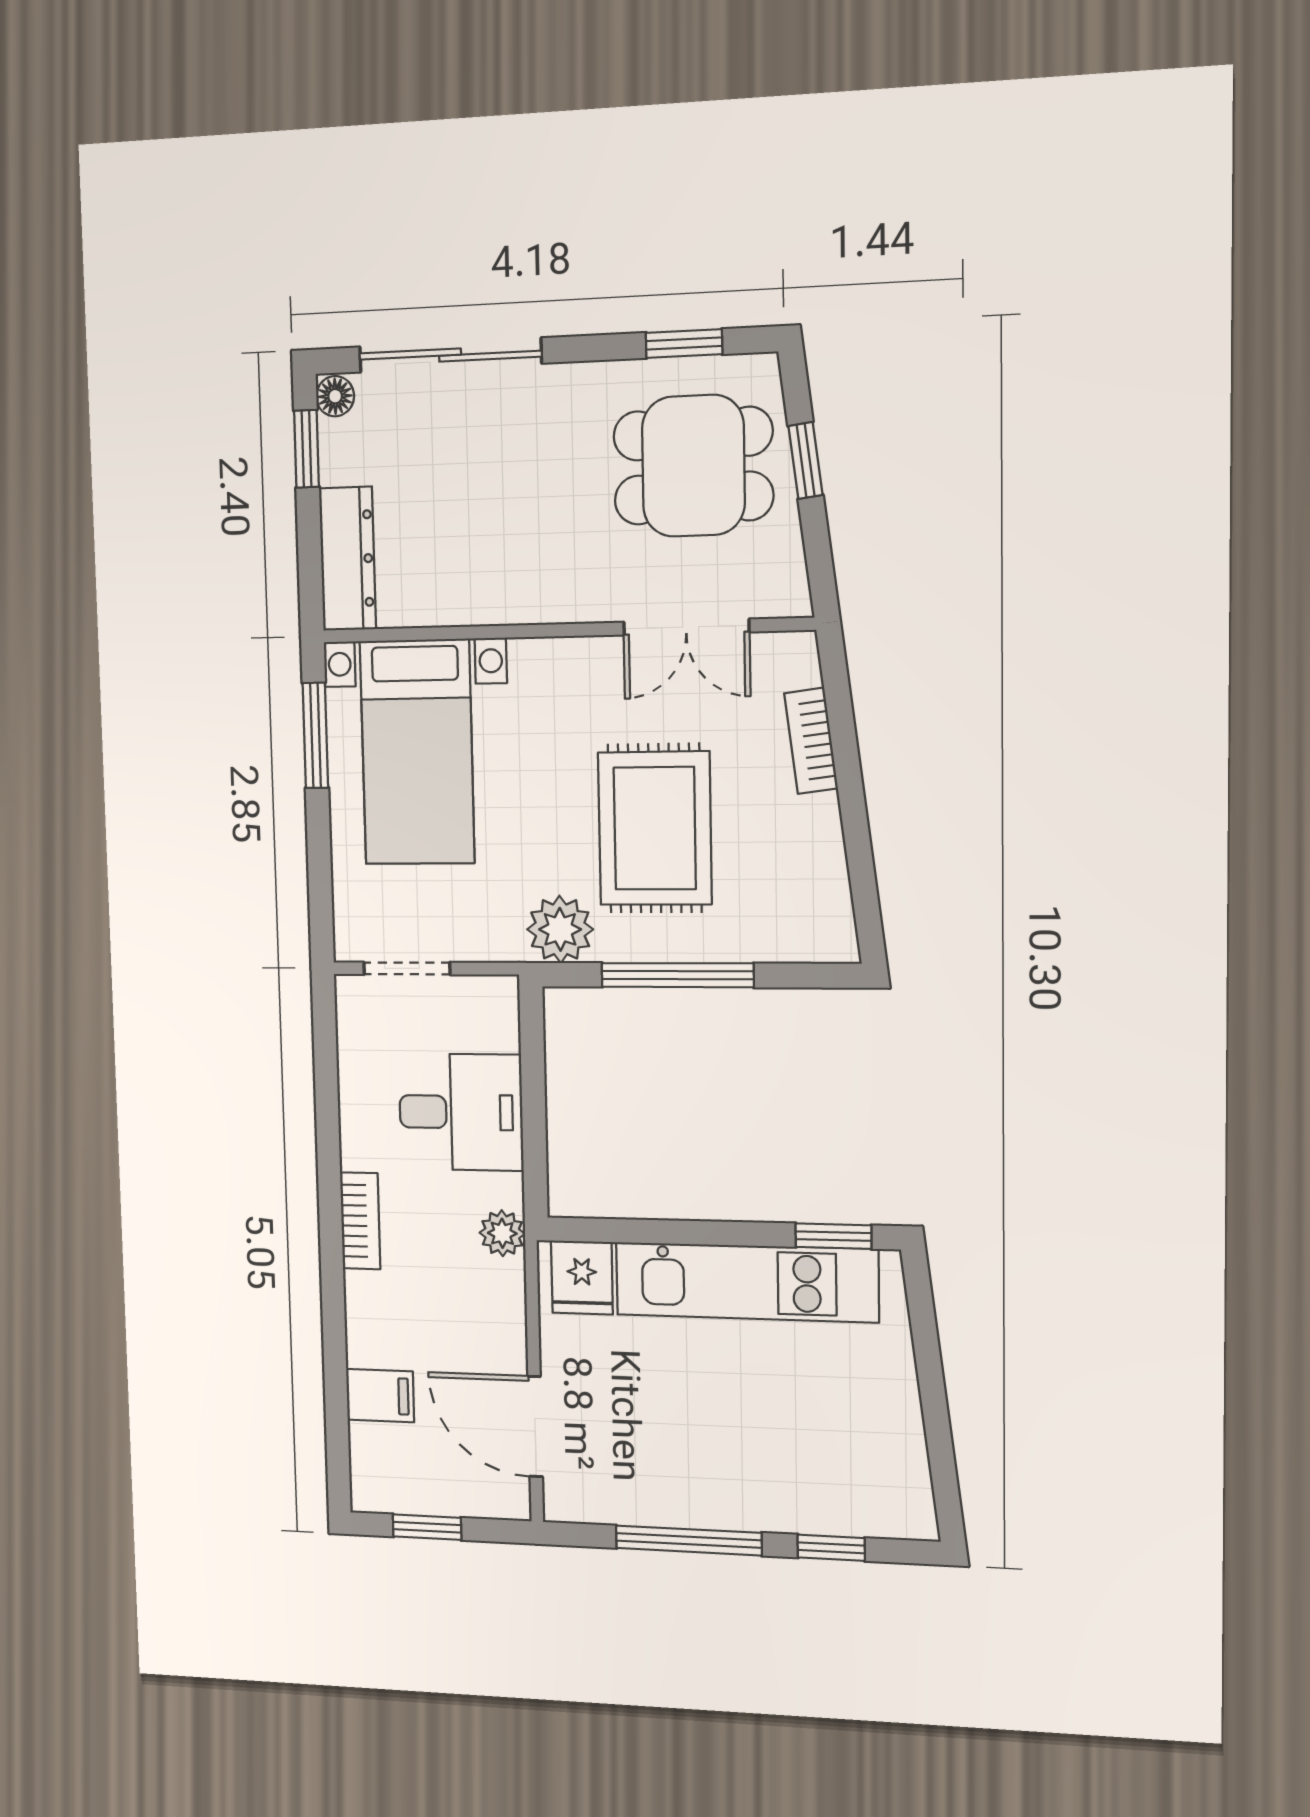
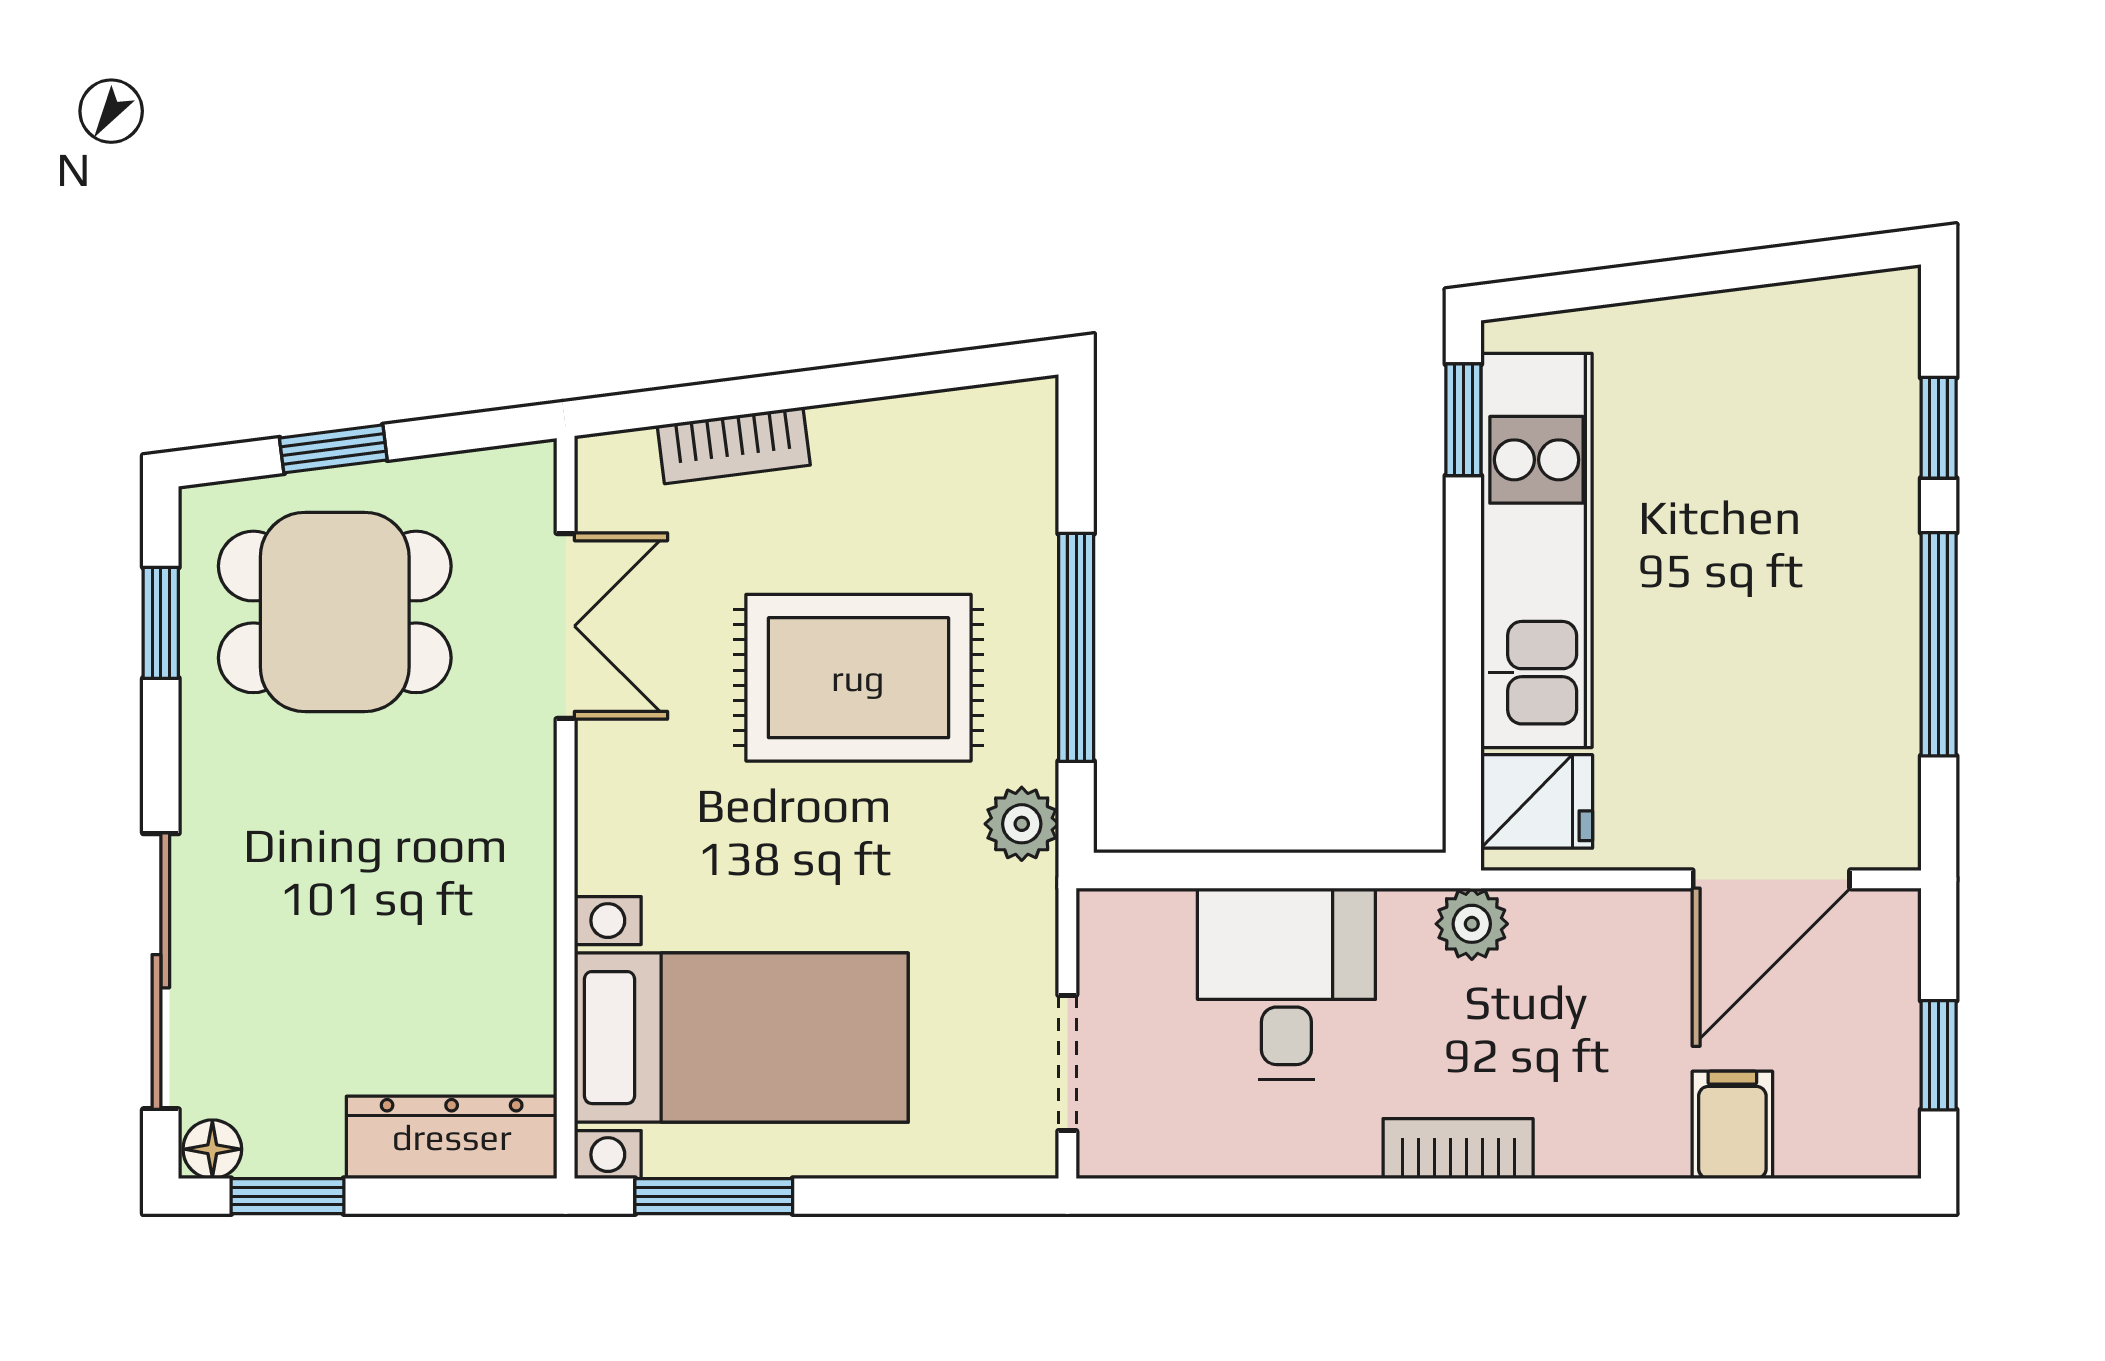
dining table: (693, 466) -> (335, 612), turned 90
plant: (560, 929) -> (1022, 824), width x0.73, depth x0.73

